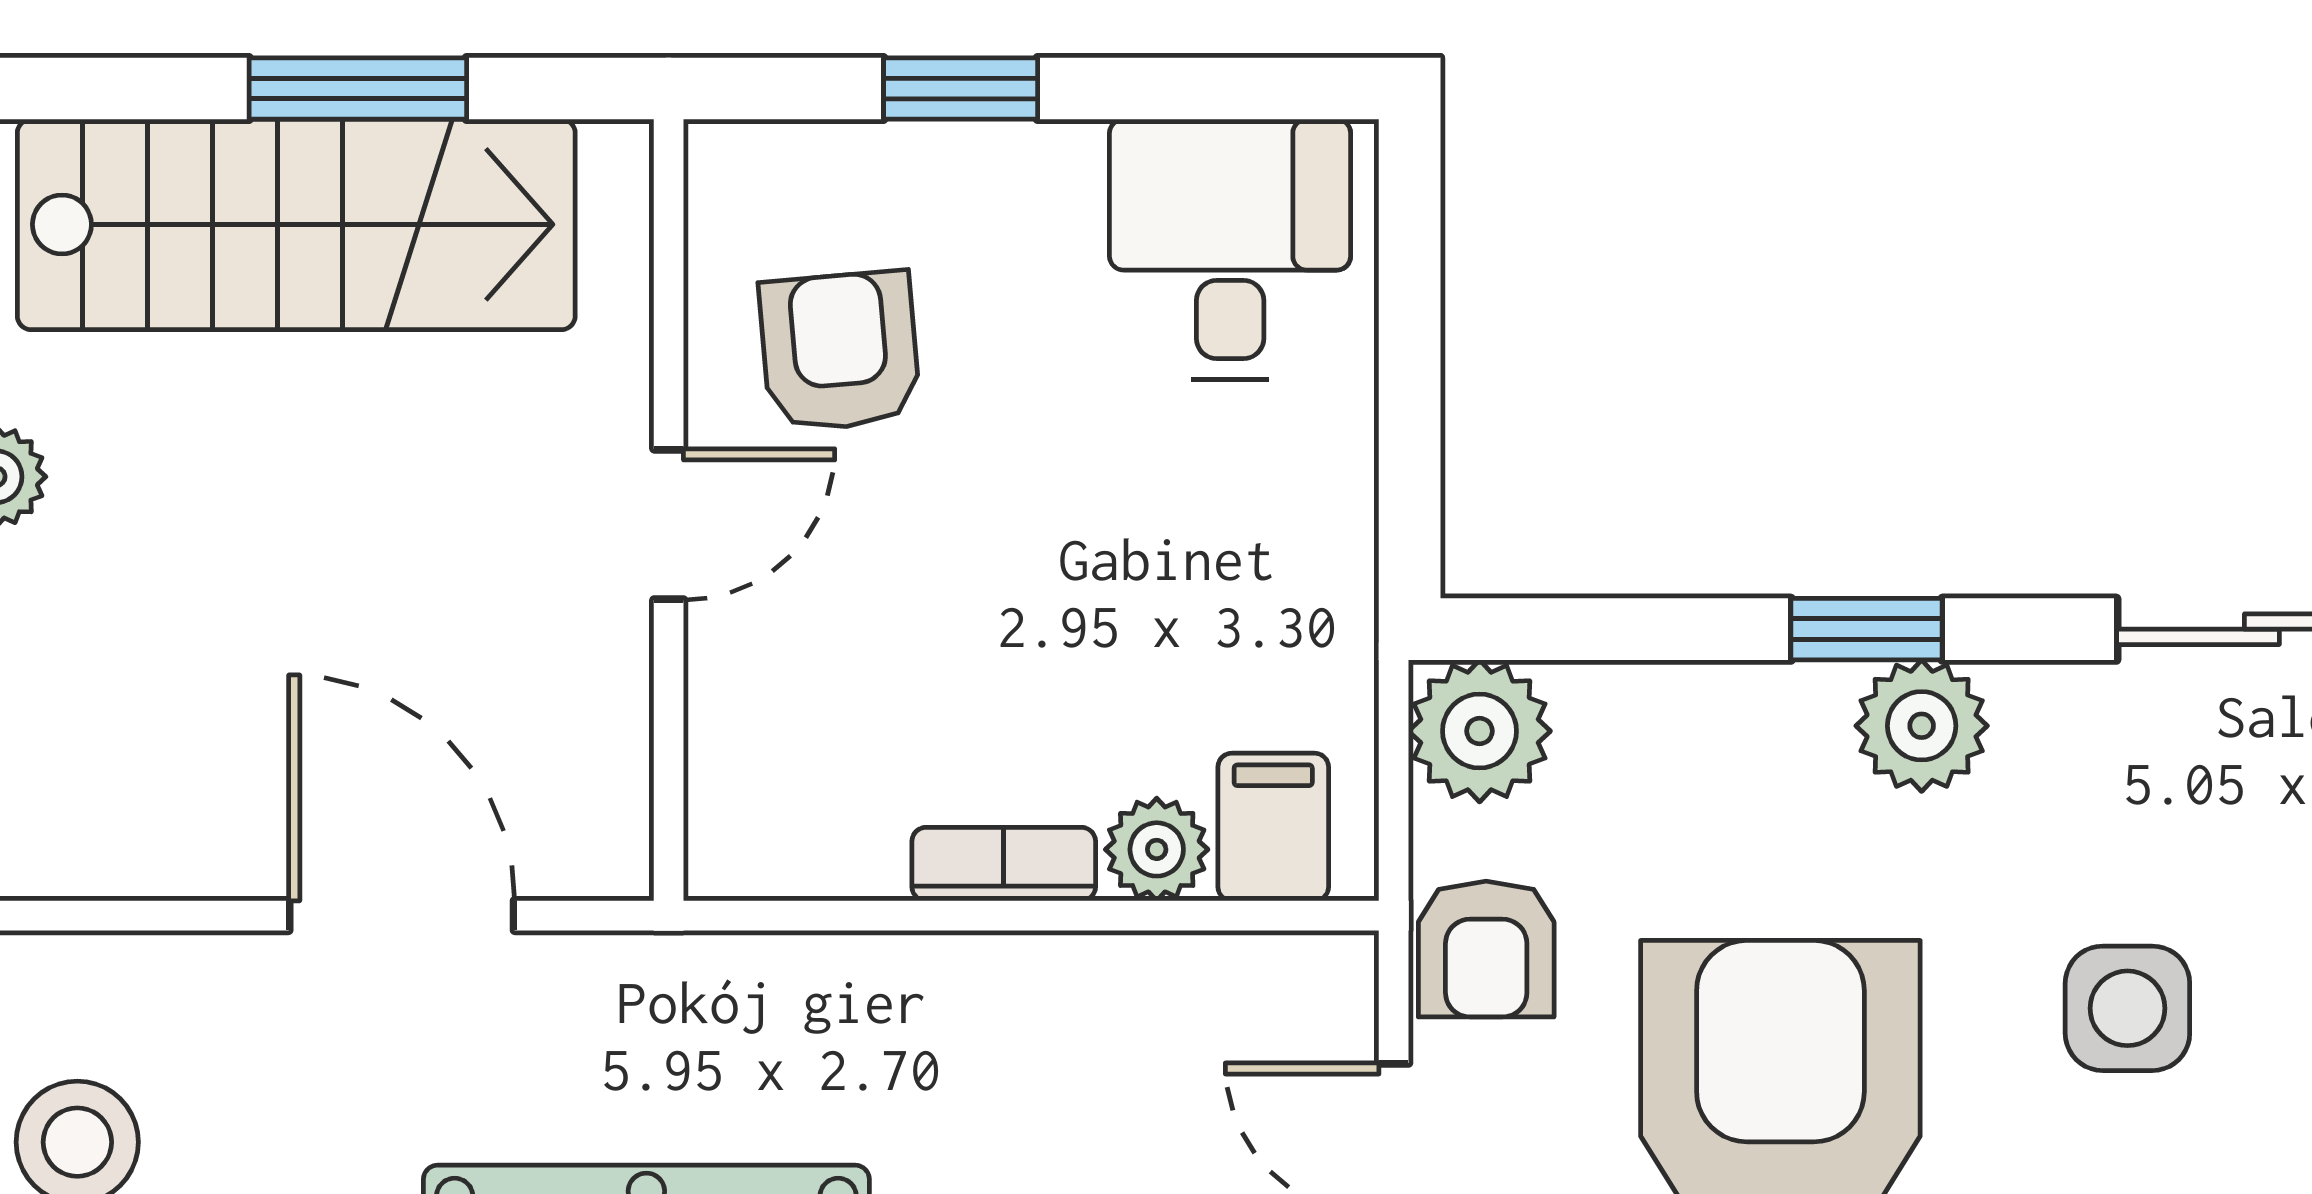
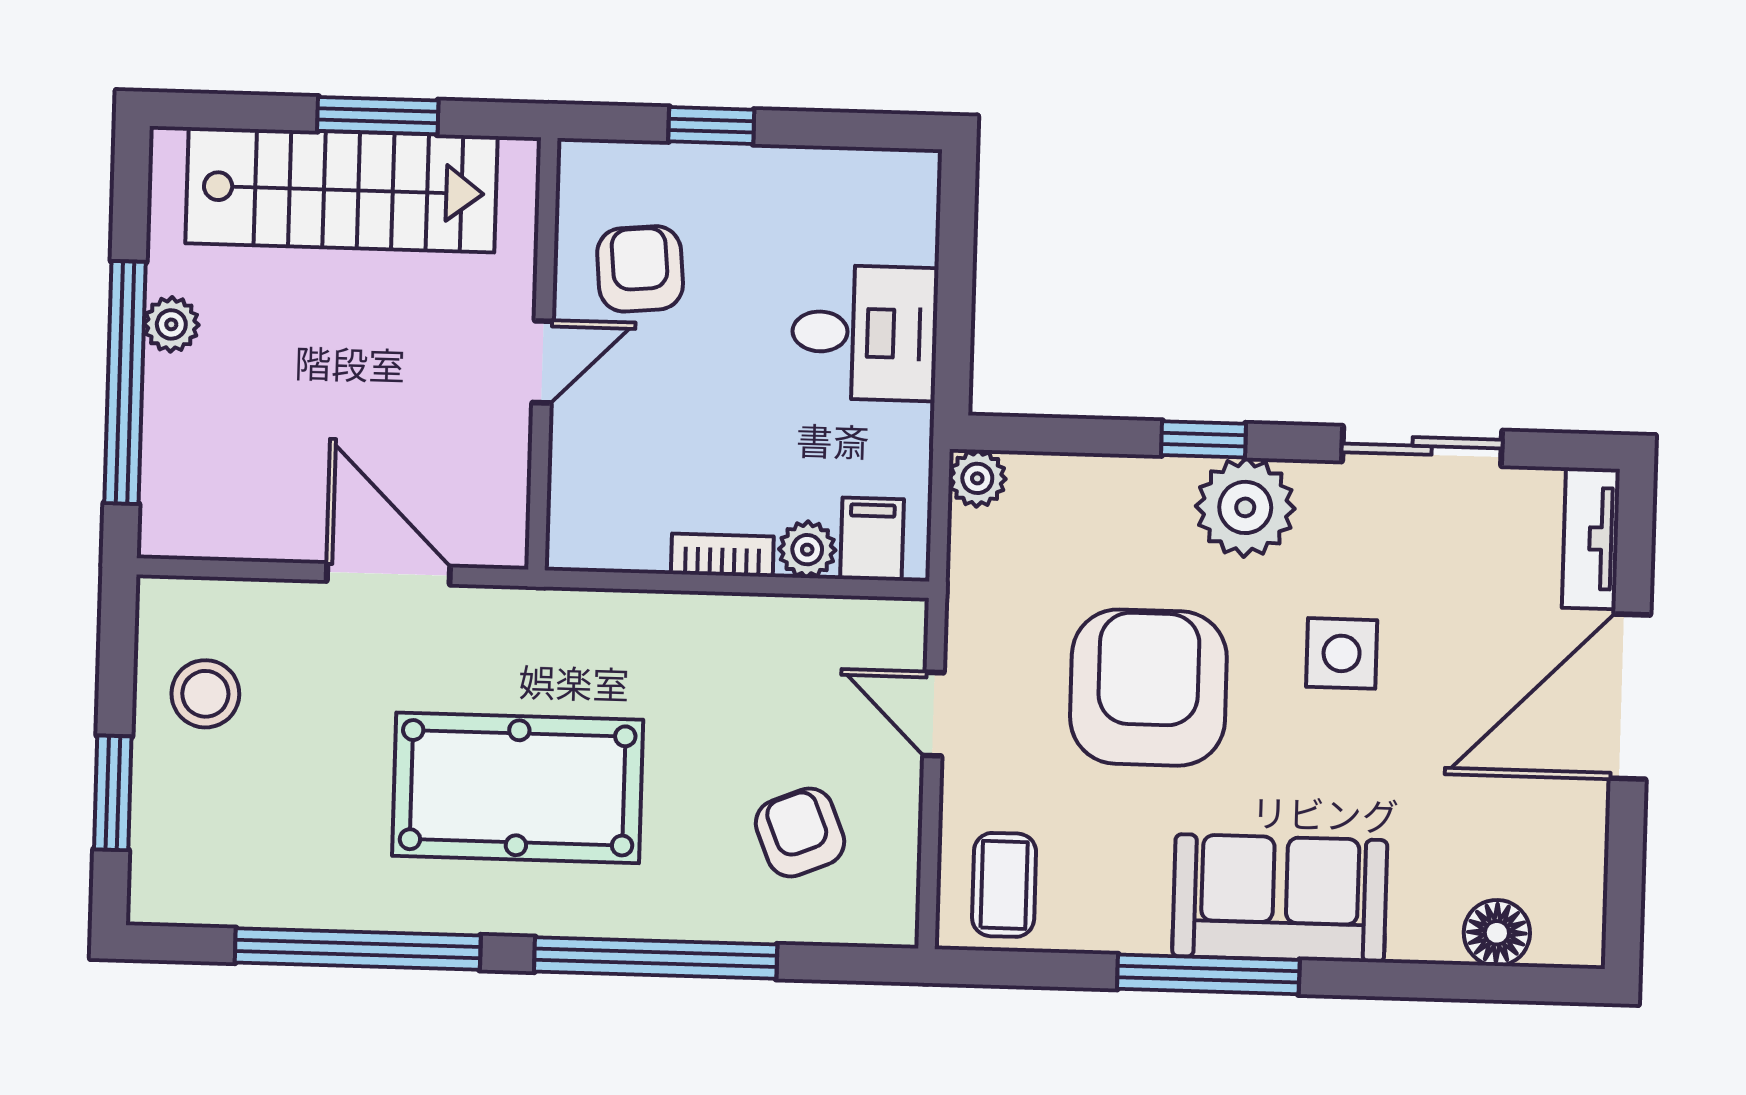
desk: (1230, 249) -> (865, 333), moved, turned 90
plant: (1922, 726) -> (1245, 507), width x1.36, depth x1.36
plant: (1480, 731) -> (977, 478), width x0.73, depth x0.73
armchair: (1486, 949) -> (988, 610), removed

